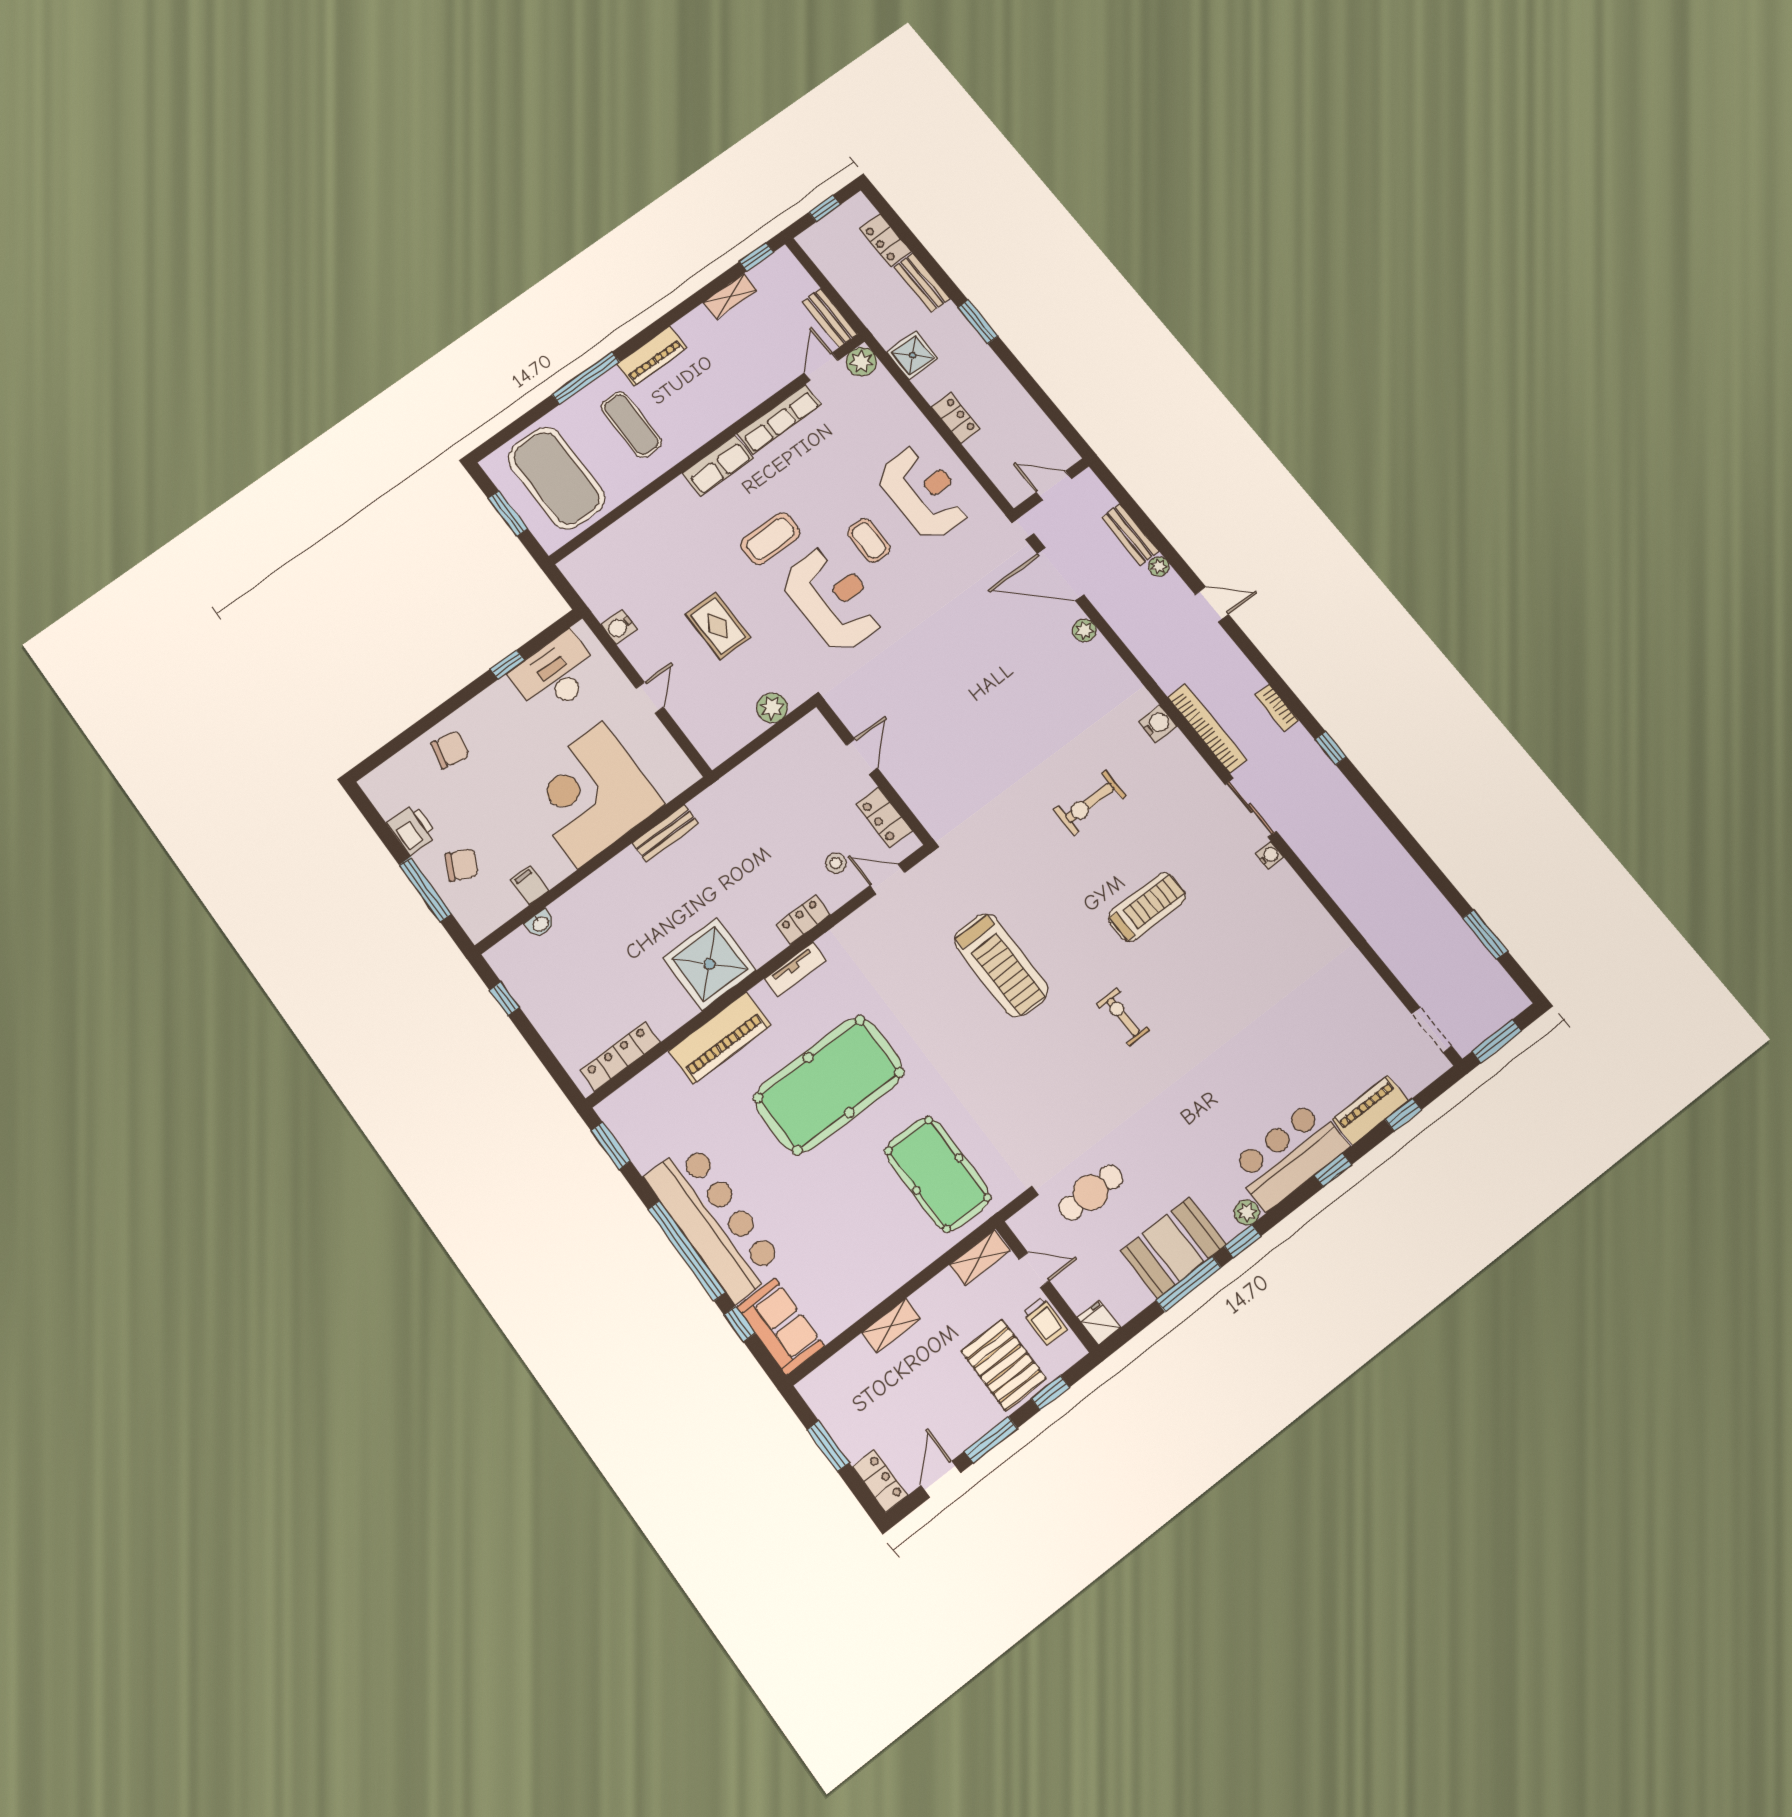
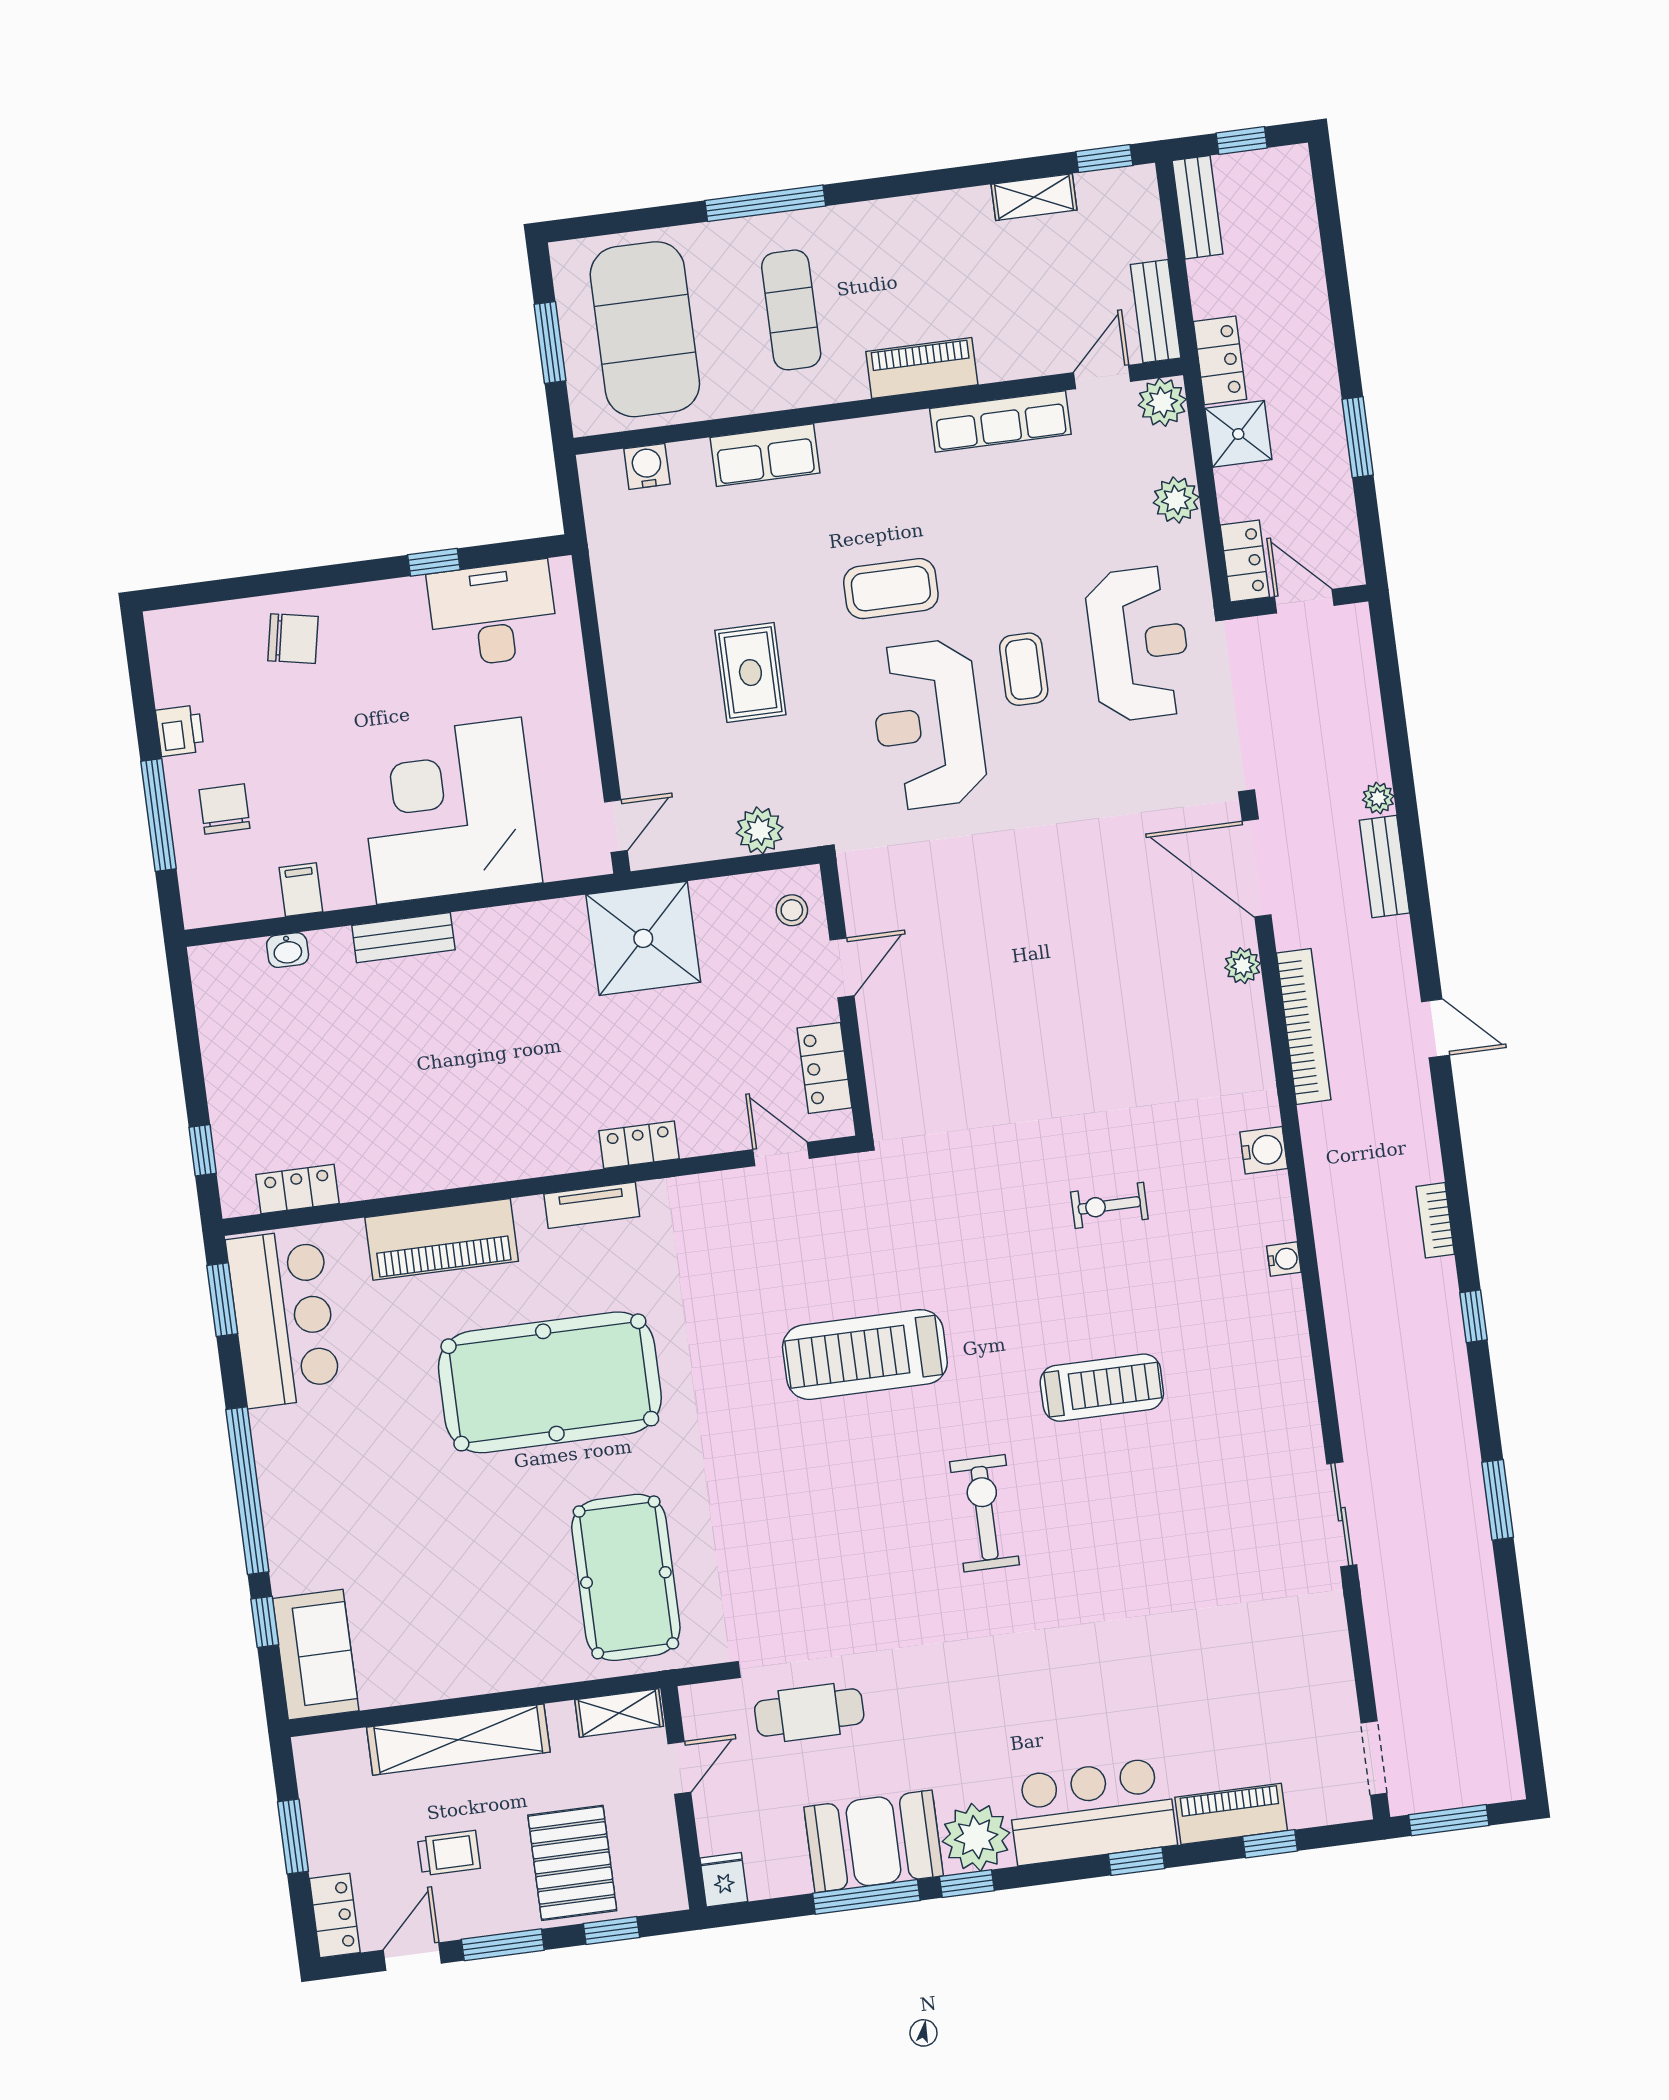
locker: (885, 240) -> (1220, 360), moved, turned 180
bench: (922, 283) -> (1197, 207), moved
piano: (652, 356) -> (922, 368), moved, turned 180
plant: (899, 407) -> (1176, 500), added
row of seats: (718, 466) -> (765, 455), moved
door: (1054, 486) -> (1304, 601), moved
wall: (1051, 487) -> (1299, 602), moved
plant: (1159, 566) -> (1378, 798), moved
reception desk: (833, 599) -> (928, 724), turned 180
water cooler: (619, 627) -> (647, 466), moved, turned 90
door: (650, 698) -> (616, 826), moved
bookcase: (1207, 728) -> (1304, 1026), moved
exercise bike: (1090, 803) -> (1109, 1205), width x0.73, depth x0.72
sliding door: (1251, 808) -> (1342, 1514), moved
printer: (412, 829) -> (180, 731), width x0.73, depth x0.81
bench: (665, 833) -> (403, 938), moved
water cooler: (1270, 855) -> (1284, 1259), moved
stool: (836, 863) -> (792, 910), moved
chair: (462, 865) -> (225, 809), turned -116
window: (1485, 934) -> (1498, 1500), moved
shower: (709, 964) -> (643, 938), moved
treadmill: (1001, 965) -> (865, 1355), turned 90
window: (504, 999) -> (203, 1150), moved
exercise bike: (1123, 1017) -> (985, 1513), width x1.38, depth x1.39
locker: (620, 1056) -> (298, 1189), width x0.66
plant: (1247, 1212) -> (976, 1837), width x1.88, depth x1.88
bar counter: (714, 1221) -> (283, 1318), moved, width x0.73
door: (1034, 1270) -> (679, 1768), hinge flipped
trolley: (1045, 1321) -> (449, 1853), moved, turned -90
shelving: (891, 1325) -> (458, 1740), width x2.20, depth x1.33

